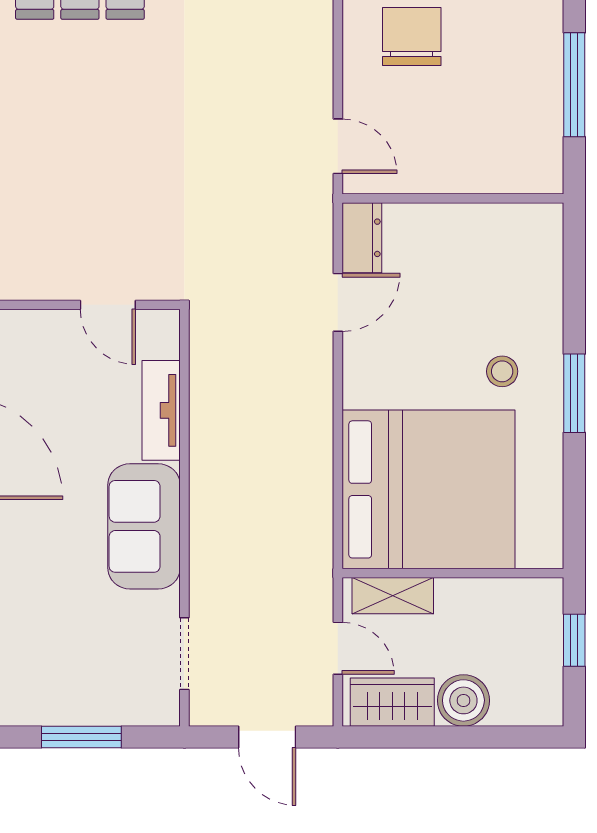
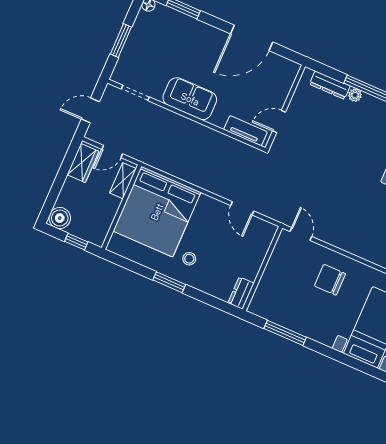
chair: (412, 36) -> (330, 280), turned 180
door: (338, 146) -> (301, 234), swing flipped
dresser: (362, 238) -> (241, 293), moved, turned 90
tv unit: (161, 410) -> (246, 131), moved
boiler: (463, 700) -> (60, 218), moved

